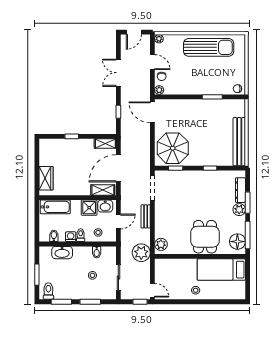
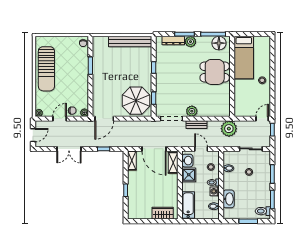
door: (134, 32) -> (33, 135), hinge flipped
sun lounger: (209, 47) -> (46, 69), turned 180
plant: (161, 244) -> (192, 111), moved

